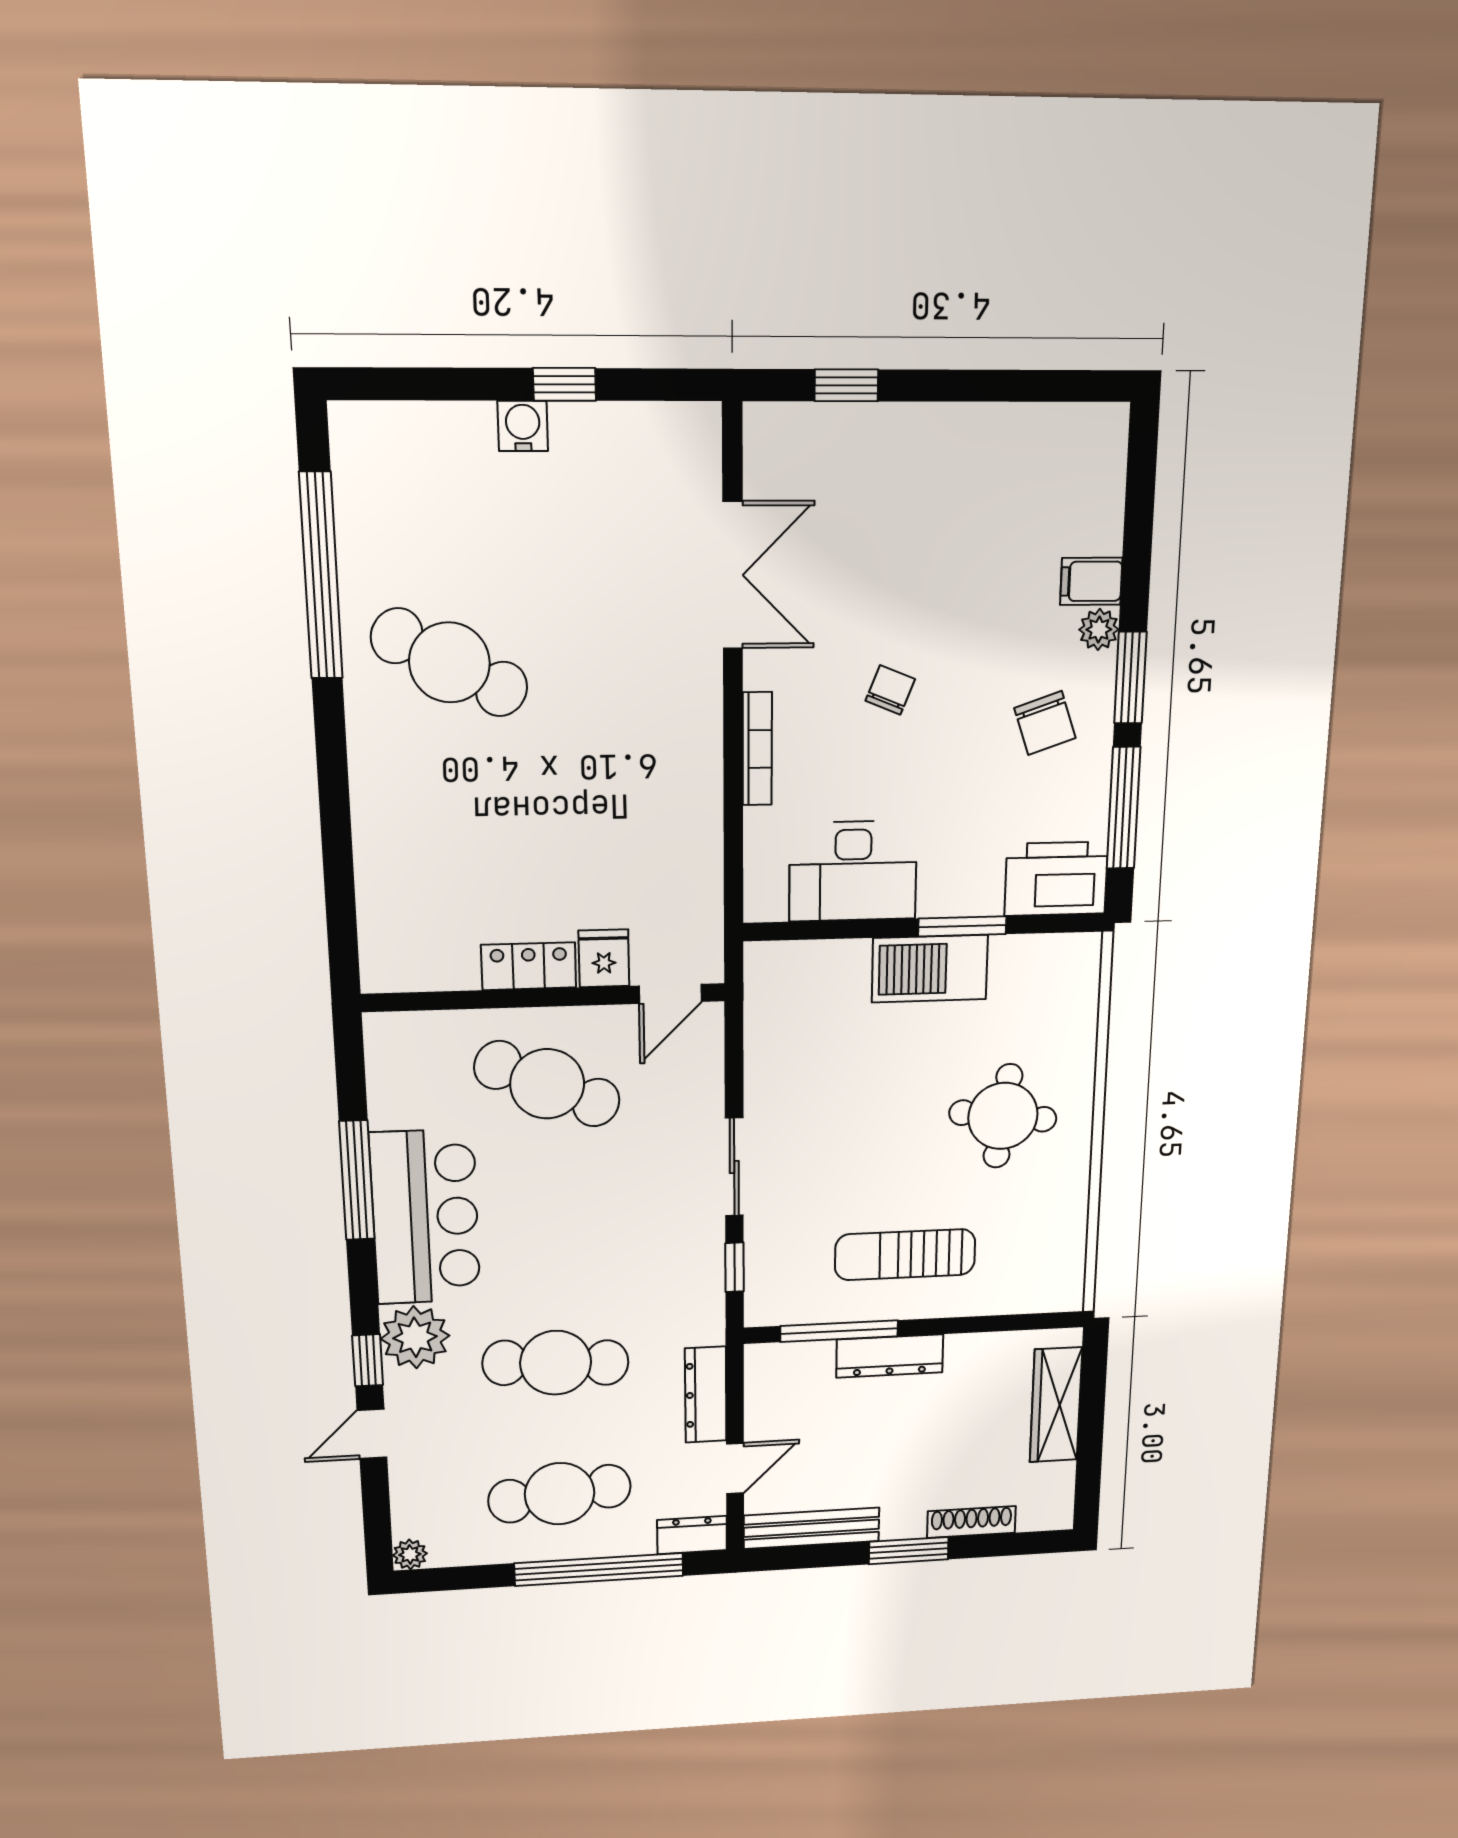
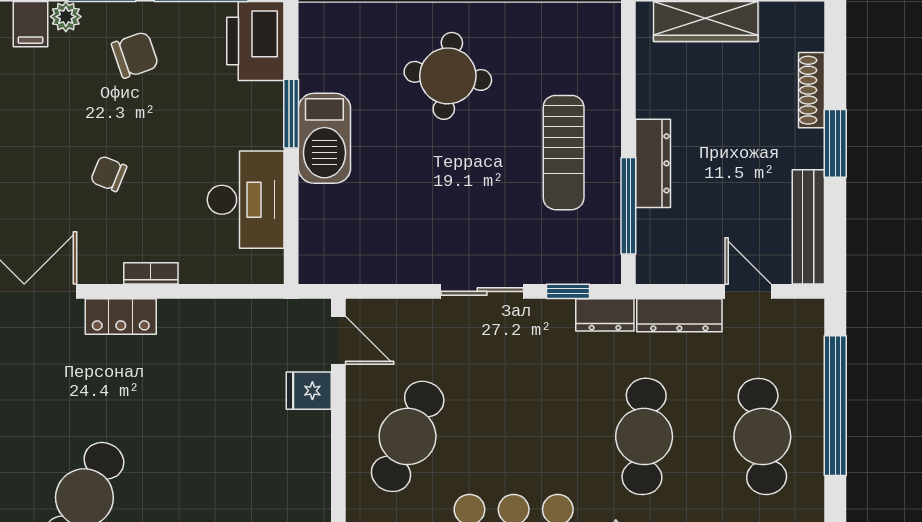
bookcase: (757, 749) -> (151, 273), width x0.64
locker: (529, 966) -> (121, 316), moved, turned -90
dresser: (692, 1535) -> (605, 315), moved, turned -90

